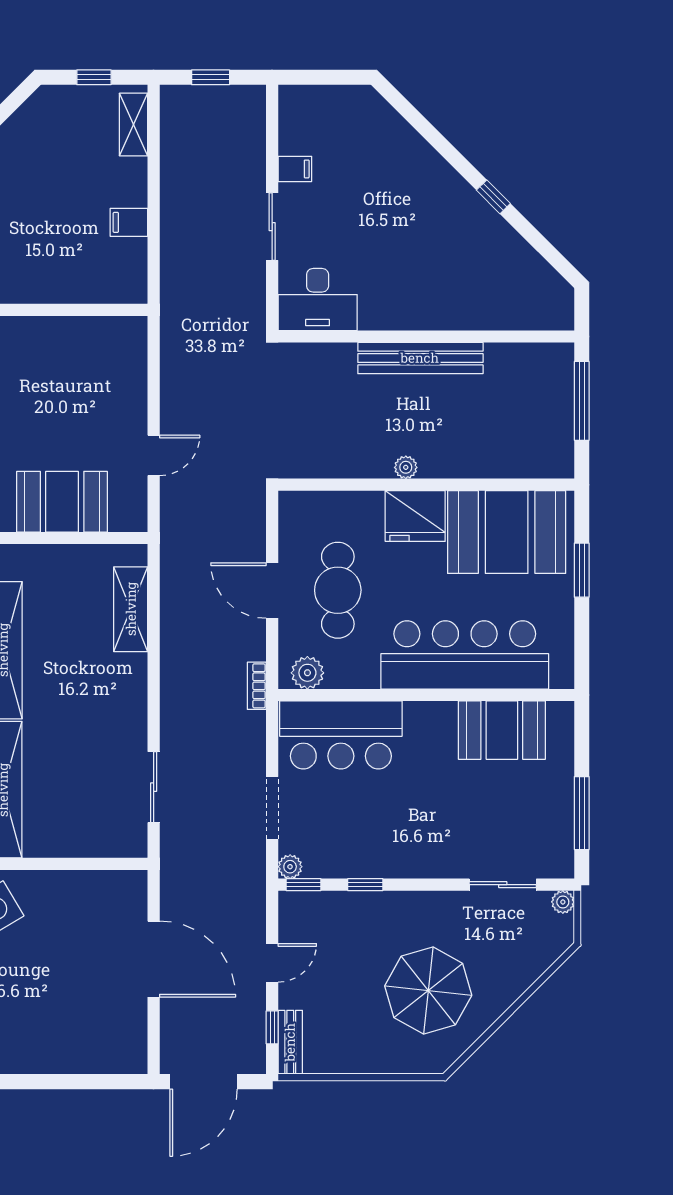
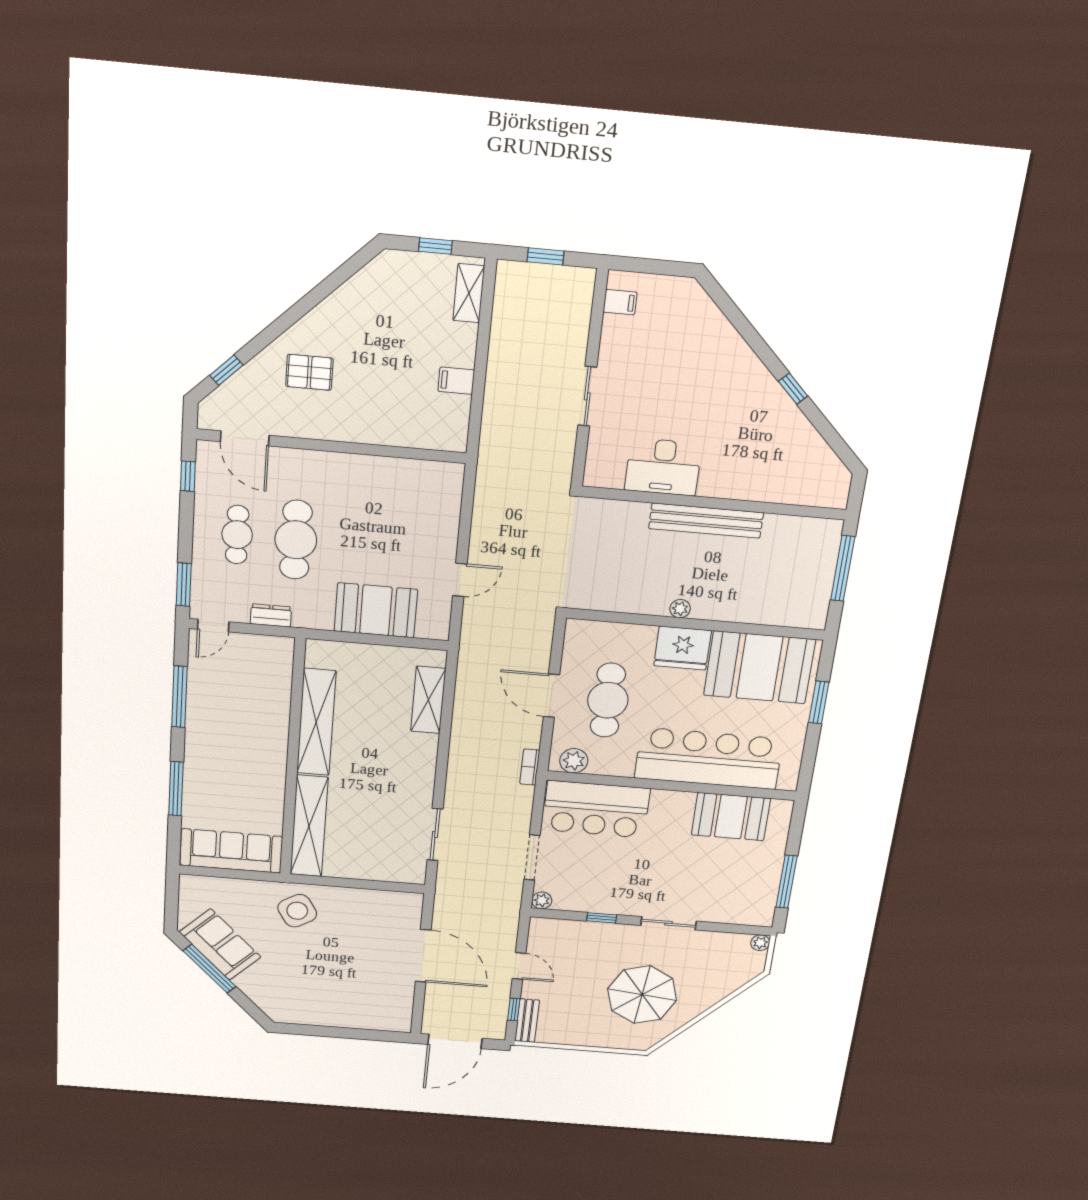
filing cabinet: (295, 169) -> (620, 302), moved
desk: (318, 300) -> (663, 467), moved
window: (303, 885) -> (551, 914), removed
sliding door: (503, 885) -> (669, 923), moved
door: (272, 963) -> (519, 966), hinge flipped

